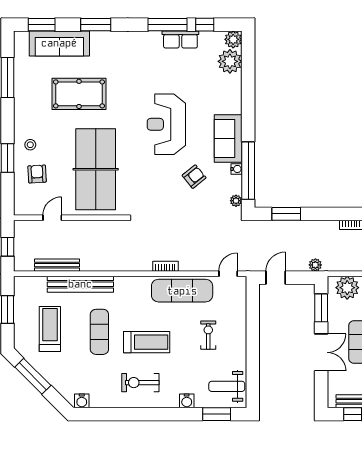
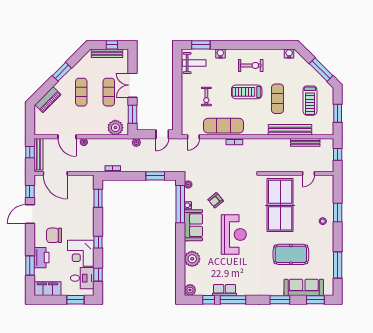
plant: (230, 61) -> (192, 259), moved
armchair: (37, 174) -> (318, 202), removed

